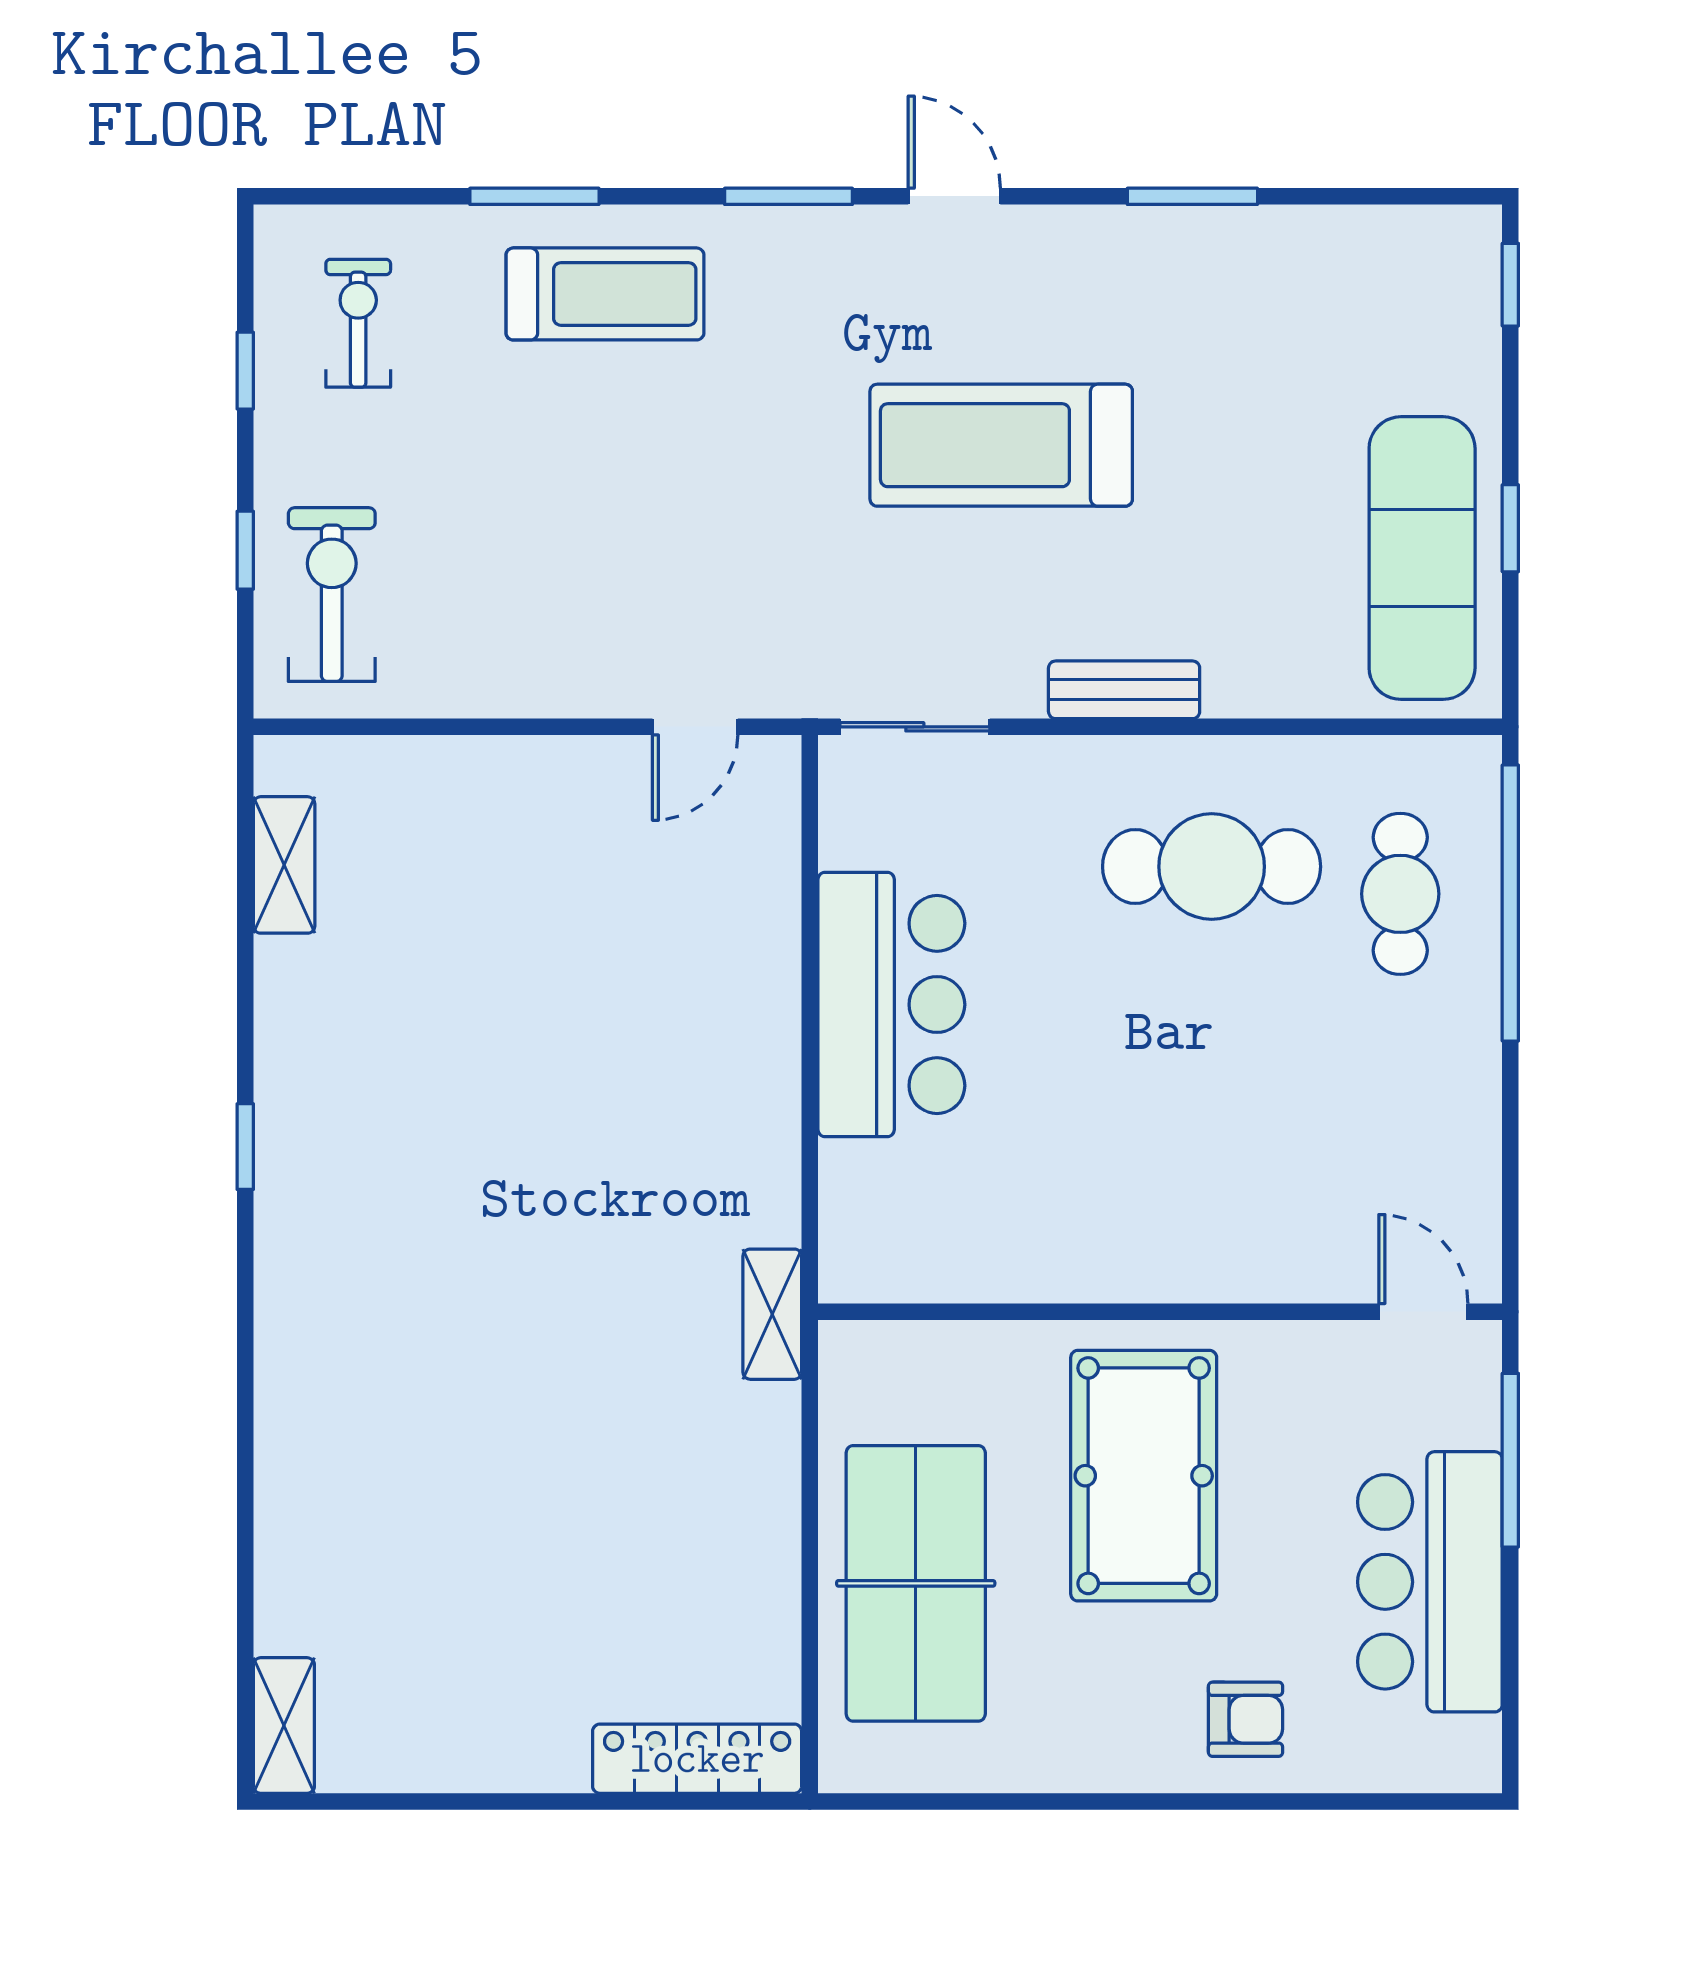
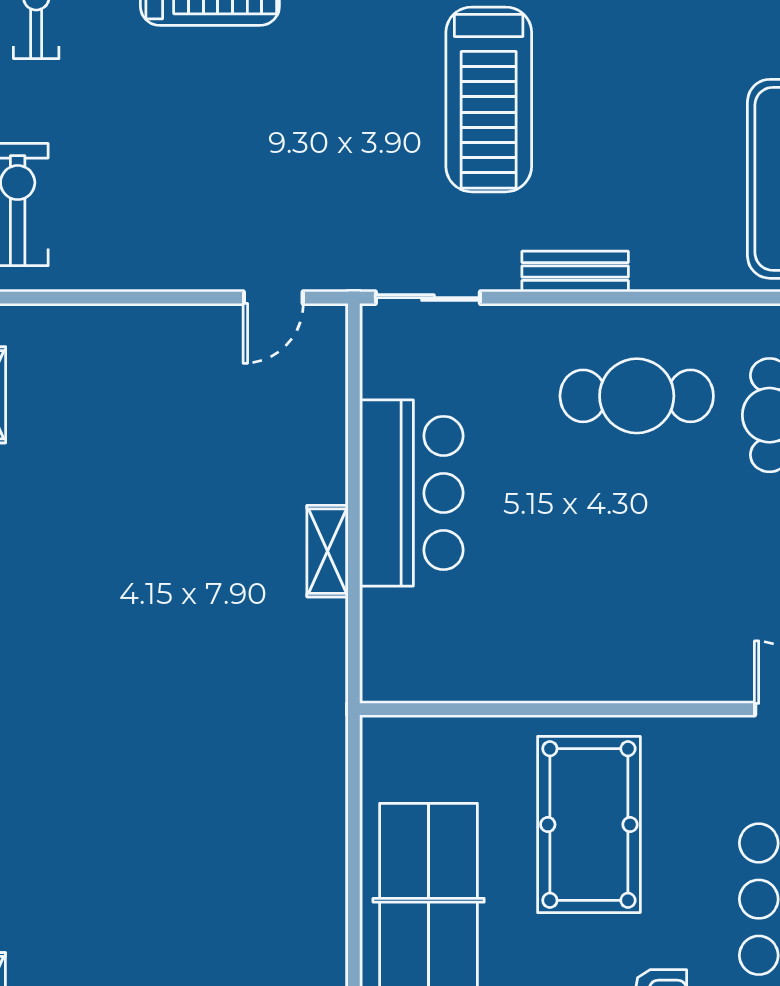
treadmill: (1001, 445) -> (489, 99), turned -90
shelving: (772, 1314) -> (328, 551), moved

